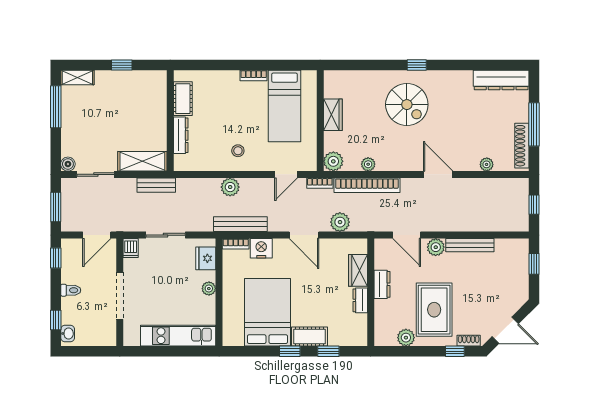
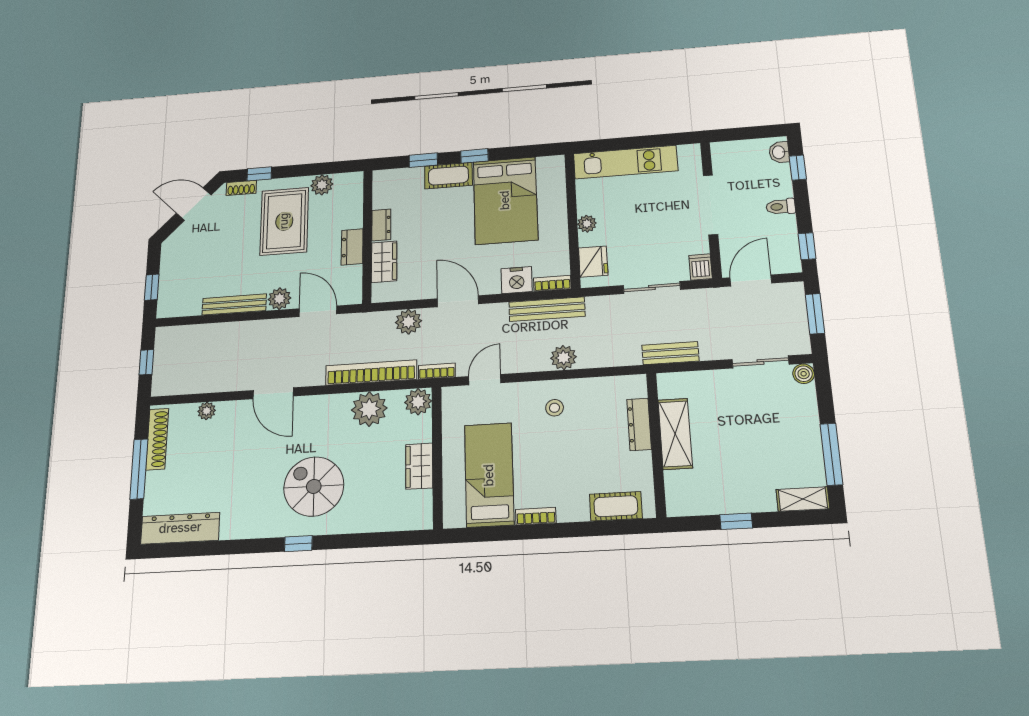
cot: (183, 99) -> (616, 506), moved, turned 90
shelving: (142, 161) -> (675, 434), moved, turned 90
plant: (368, 164) -> (369, 409), width x1.87, depth x1.87

